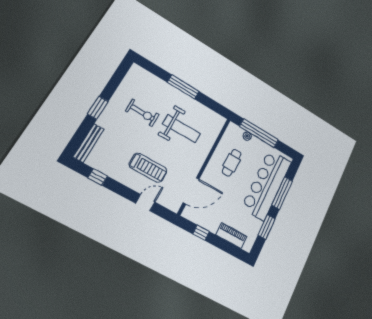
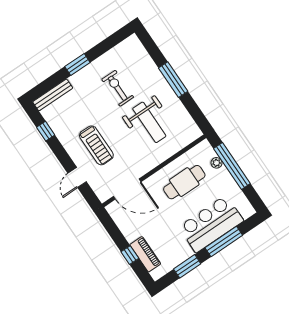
exercise bike: (142, 113) -> (118, 88), turned 180
cafe table: (232, 163) -> (184, 182), width x1.37, depth x1.35
bar counter: (267, 185) -> (211, 224), width x0.73
door: (145, 203) -> (77, 177), swing flipped
window: (201, 233) -> (130, 255), moved

